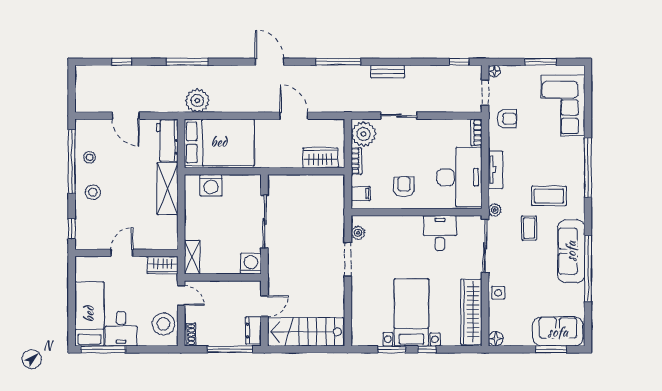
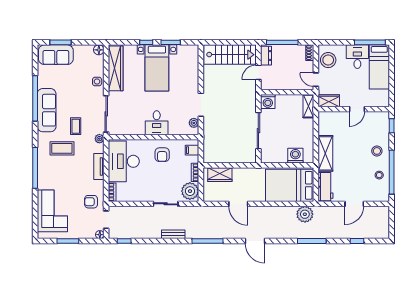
door: (126, 116) -> (354, 204), swing flipped
desk: (440, 233) -> (157, 123), moved

